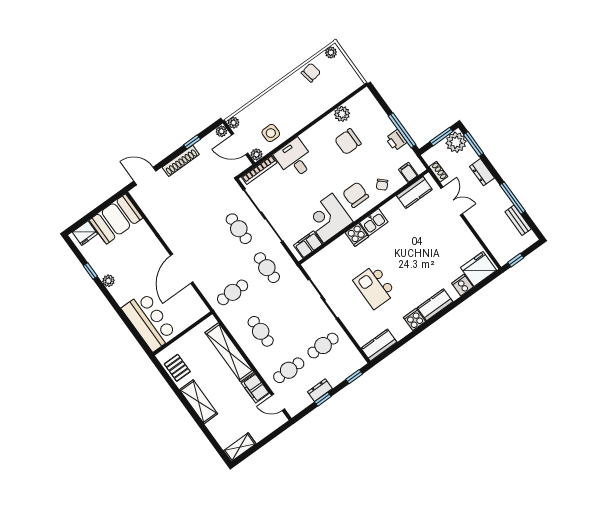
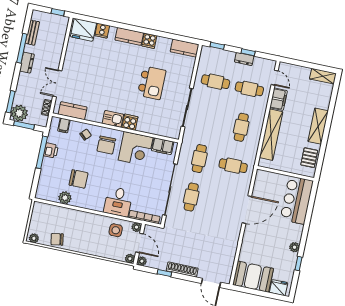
dresser: (482, 172) -> (27, 63), moved

